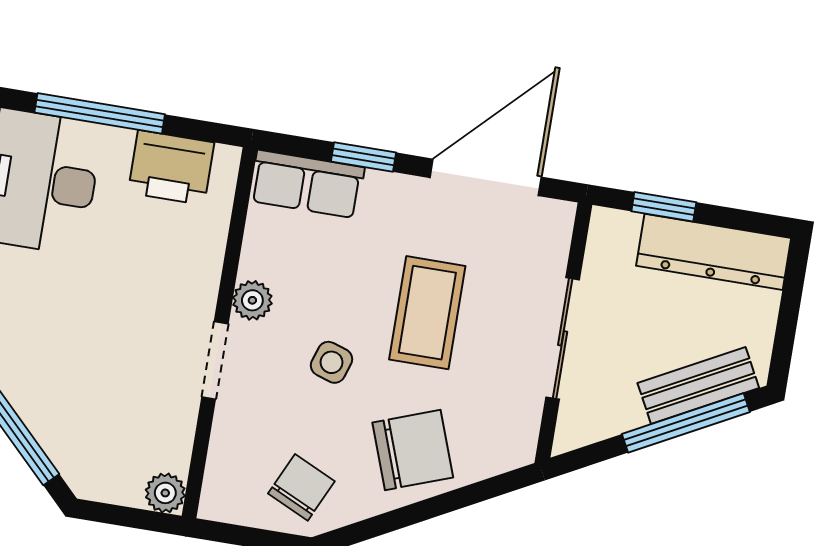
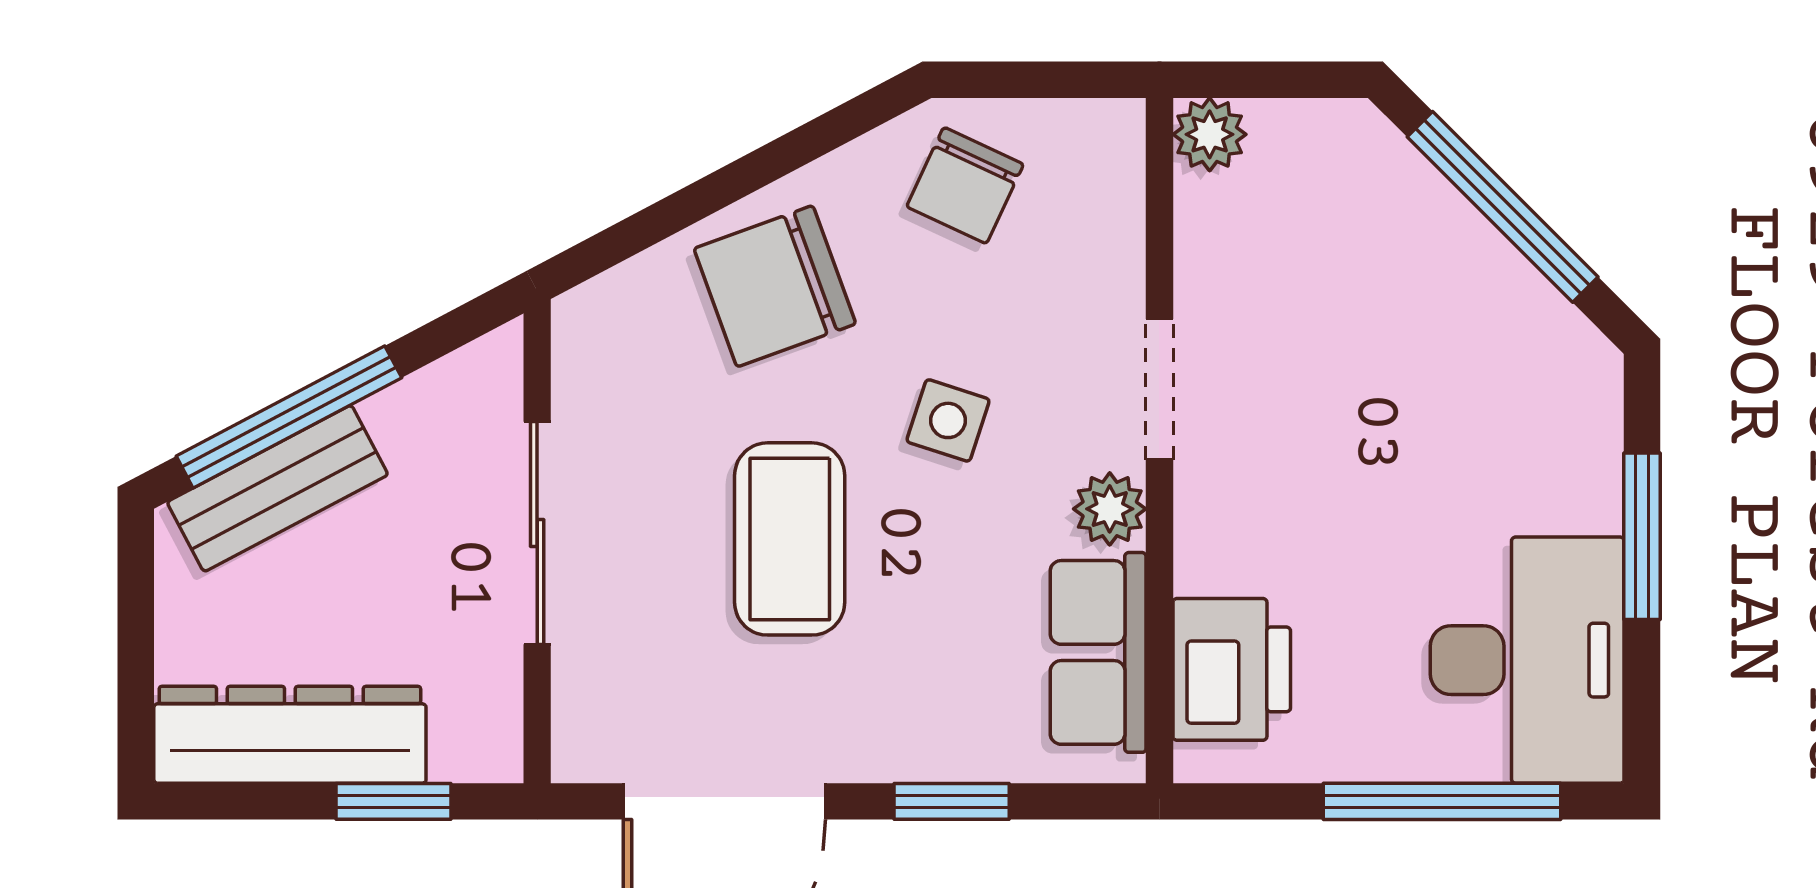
printer: (171, 168) -> (1232, 669), moved, turned 90
row of seats: (307, 184) -> (1098, 652), moved, turned -90

